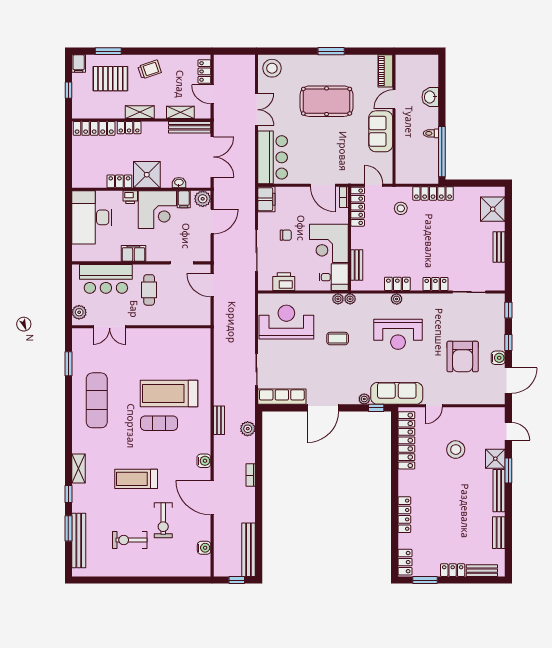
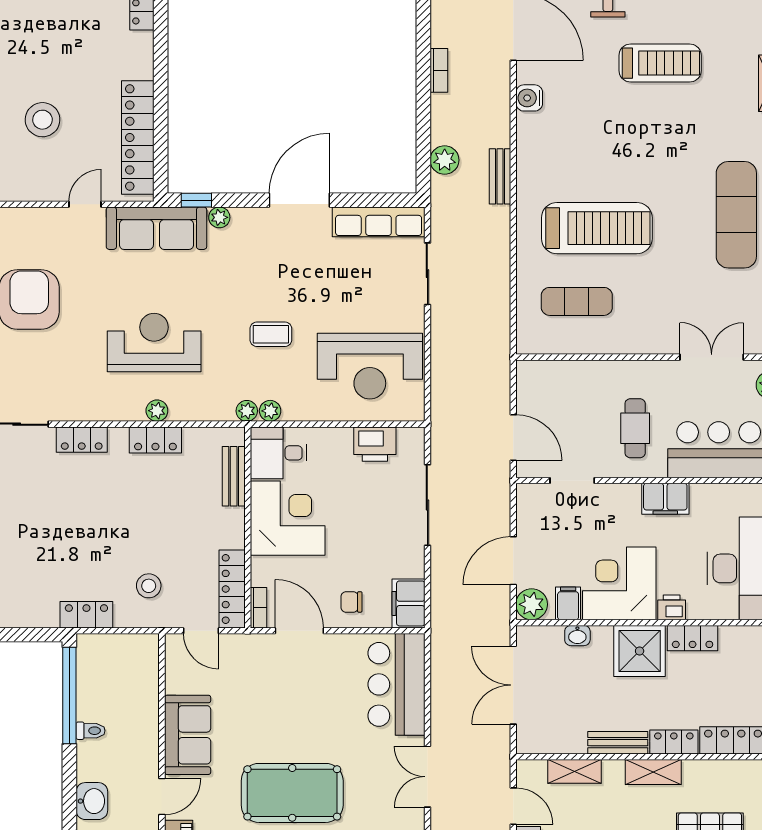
bench: (190, 127) -> (618, 743), moved, width x0.73
locker: (433, 193) -> (86, 615), width x0.66
chair: (286, 235) -> (351, 602), moved
exercise mat: (159, 423) -> (577, 301), moved

